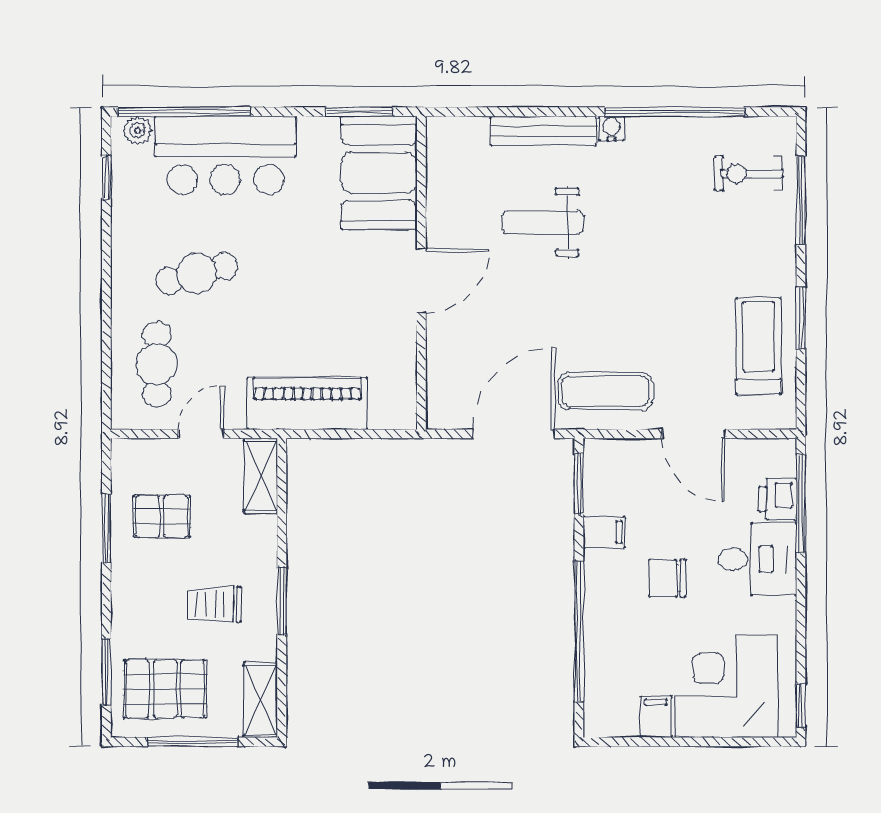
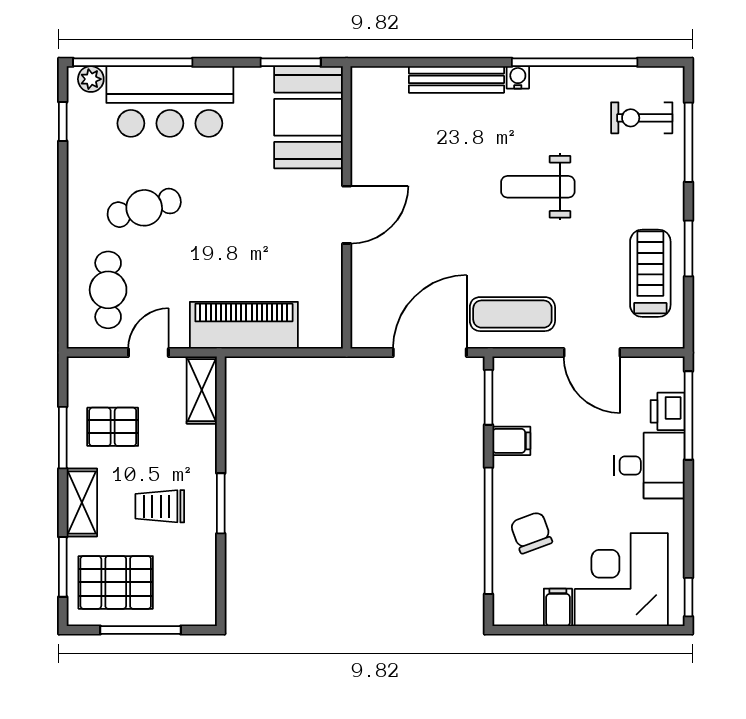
weight bench: (543, 222) -> (538, 187), moved
chair: (667, 578) -> (531, 533), moved, turned 70
shelving: (261, 700) -> (82, 502), moved

